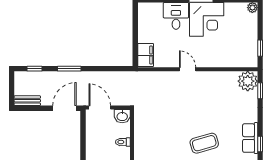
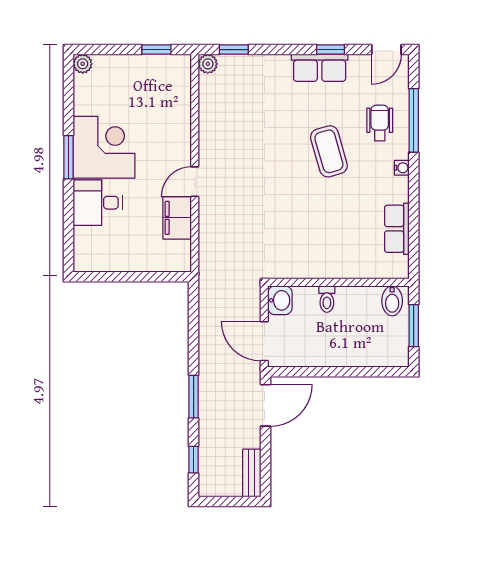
filing cabinet: (146, 55) -> (177, 218), moved, turned -90
plant: (248, 81) -> (208, 64), width x0.53, depth x0.53
door: (64, 108) -> (265, 405), swing flipped
door: (100, 108) -> (264, 341), hinge flipped

